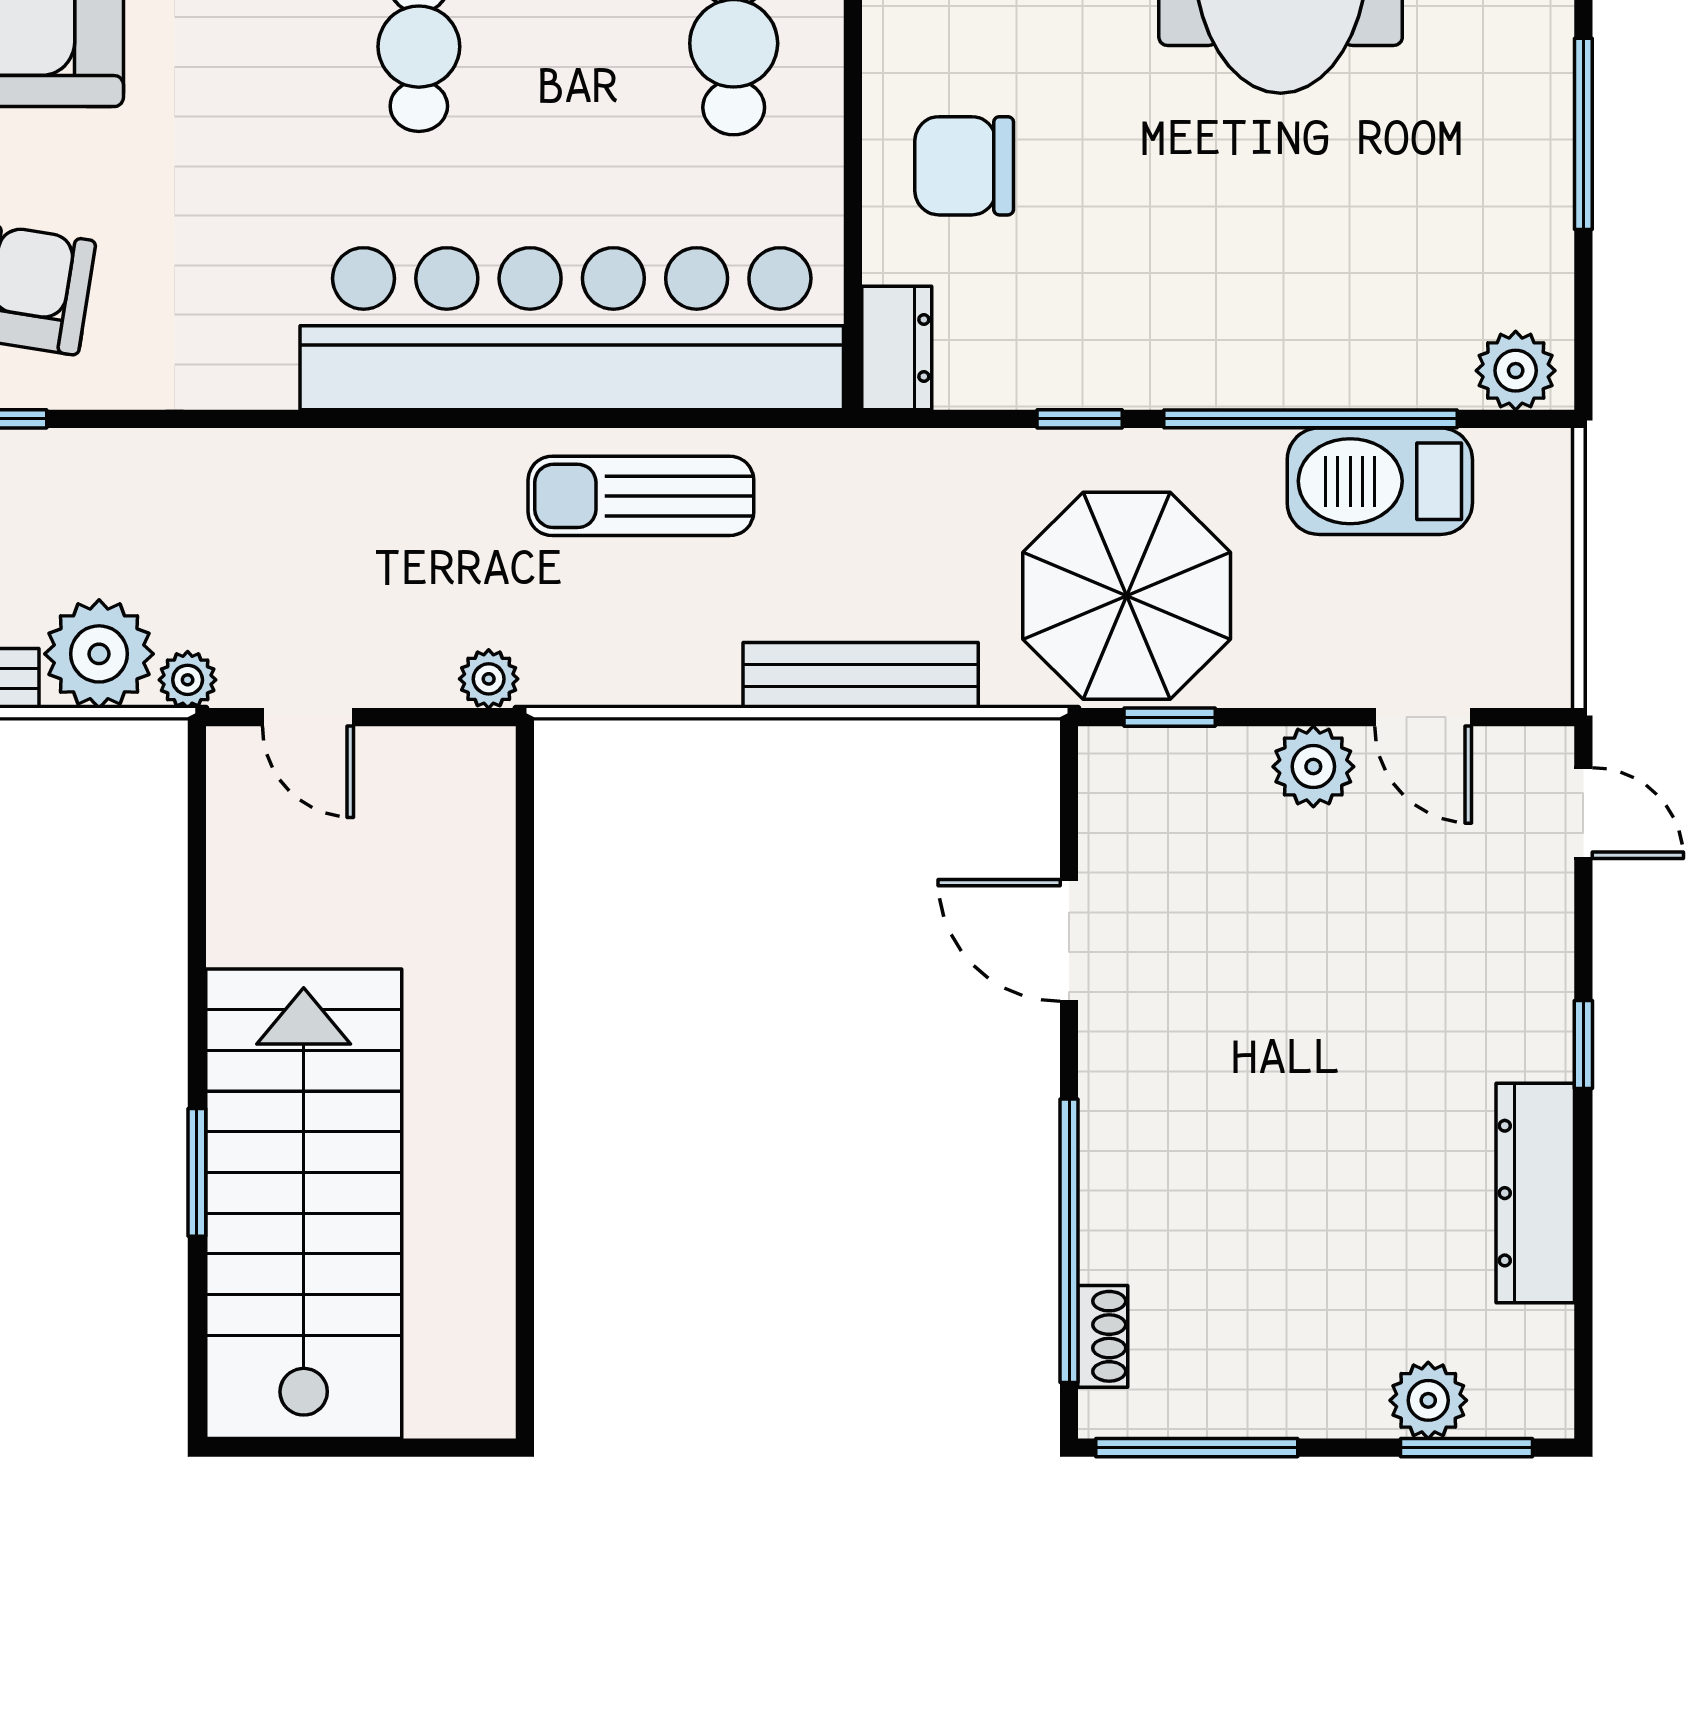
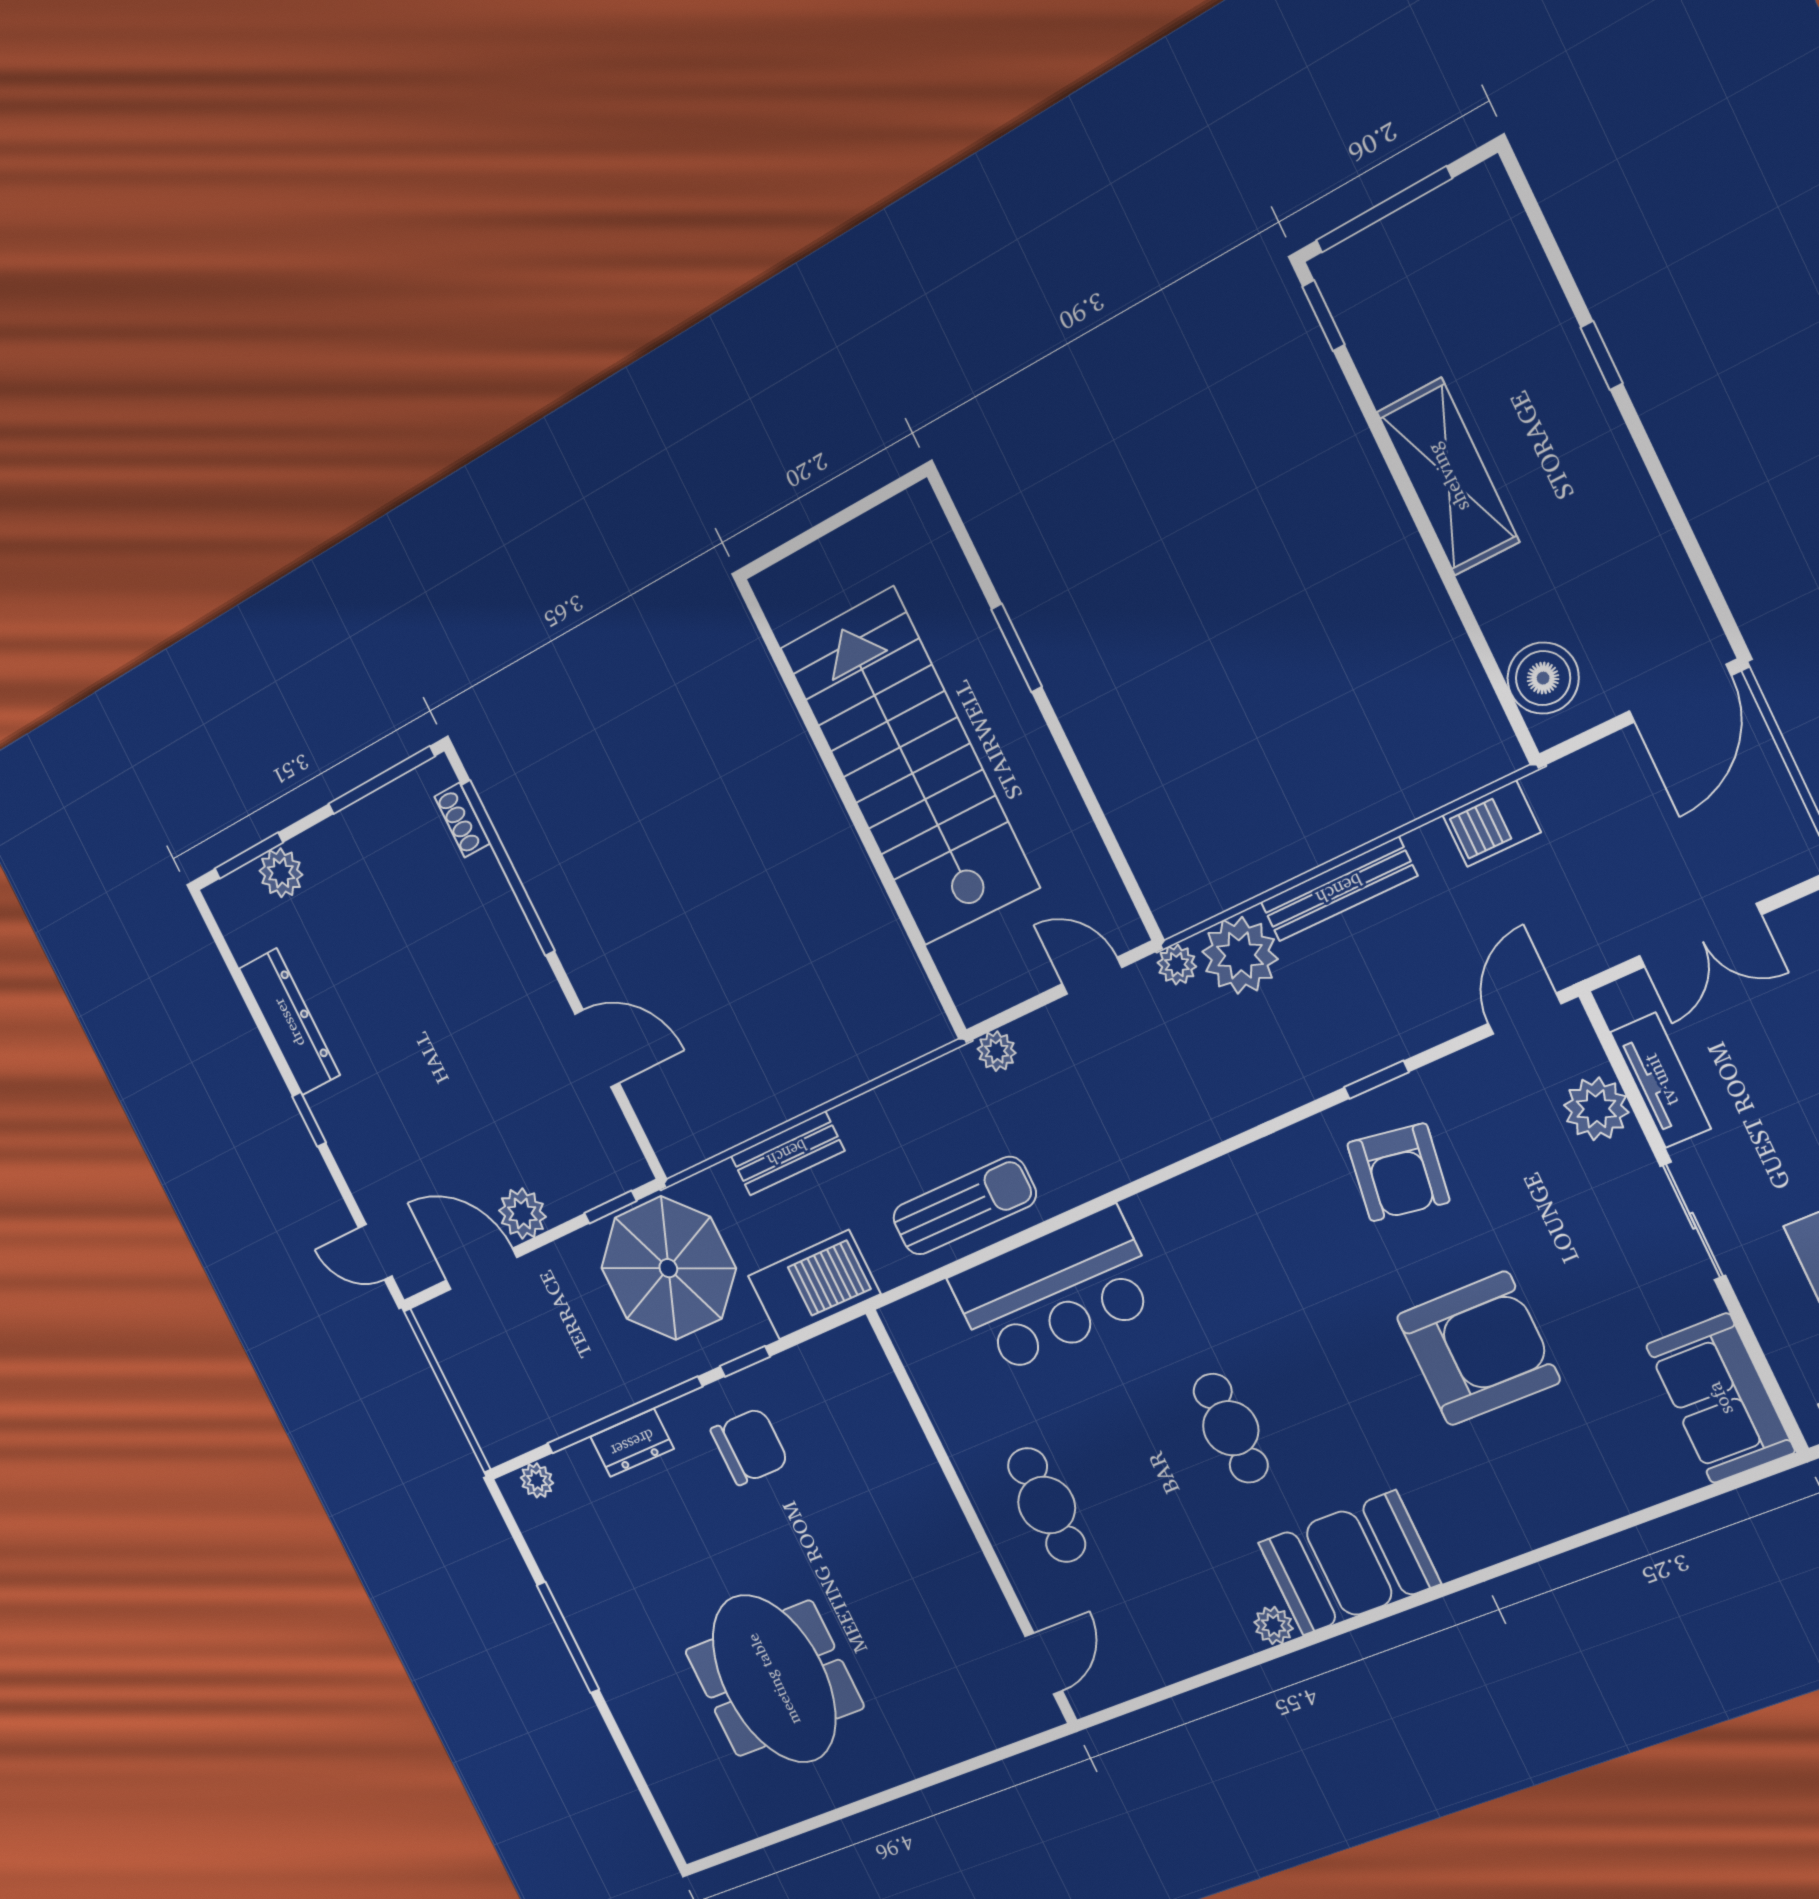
chair: (964, 166) -> (750, 1447), moved
bar counter: (572, 329) -> (1055, 1291), width x0.54
dresser: (897, 348) -> (632, 1443), moved, turned -90
plant: (1516, 371) -> (537, 1480), width x0.73, depth x0.73
barbecue: (1380, 481) -> (814, 1285), moved
bench: (861, 675) -> (787, 1153), width x0.73
door: (1423, 717) -> (481, 1269), width x1.38
stairs: (304, 1204) -> (910, 767), moved, turned 180

